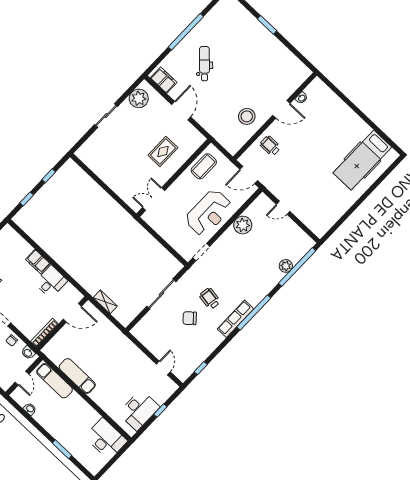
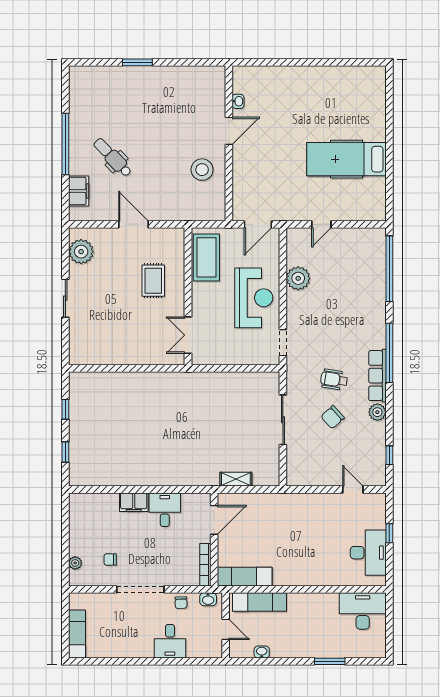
filing cabinet: (164, 80) -> (79, 191), moved, turned 90
wheelchair: (270, 146) -> (252, 176), removed
hospital bed: (362, 160) -> (346, 159), moved, turned 90
coffee table: (204, 166) -> (206, 257), width x1.36, depth x1.32
plant: (286, 266) -> (377, 412), moved
exam couch: (77, 376) -> (245, 577), moved

